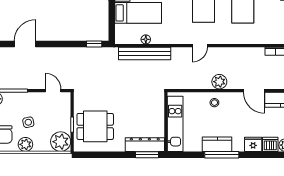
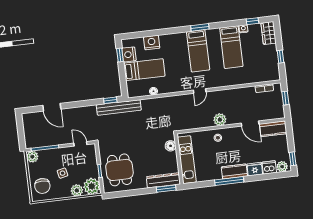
door: (25, 44) -> (52, 107), swing flipped
bench: (145, 53) -> (119, 107), moved
floor lamp: (158, 105) -> (171, 146), added
dining table: (95, 126) -> (119, 170), turned 90
plant: (25, 144) -> (77, 190), moved
kitchen counter: (217, 144) -> (234, 171), moved

